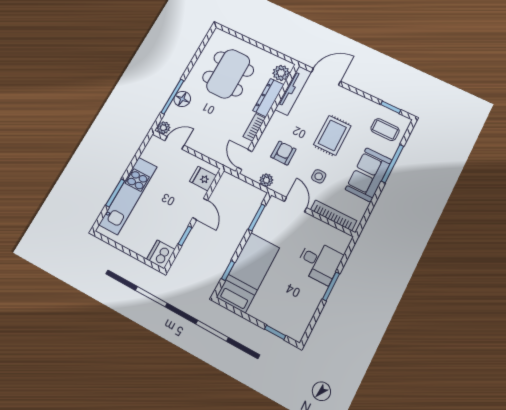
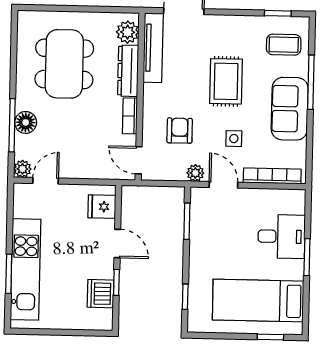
plant: (266, 180) -> (195, 173), moved
dishwasher: (161, 254) -> (101, 294), moved
bed: (248, 272) -> (258, 301), moved, turned -90

